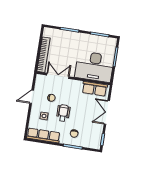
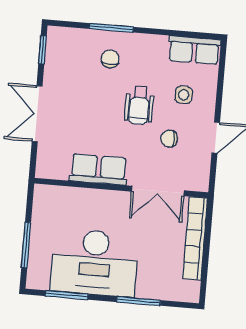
desk: (94, 67) -> (94, 263), moved, turned 180
row of seats: (95, 89) -> (99, 169), moved
double door: (107, 112) -> (37, 114), swing flipped
row of seats: (43, 135) -> (194, 50), width x0.68

